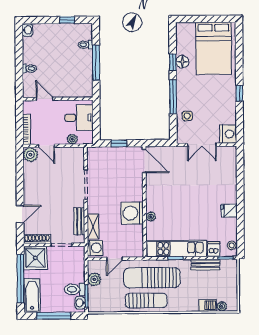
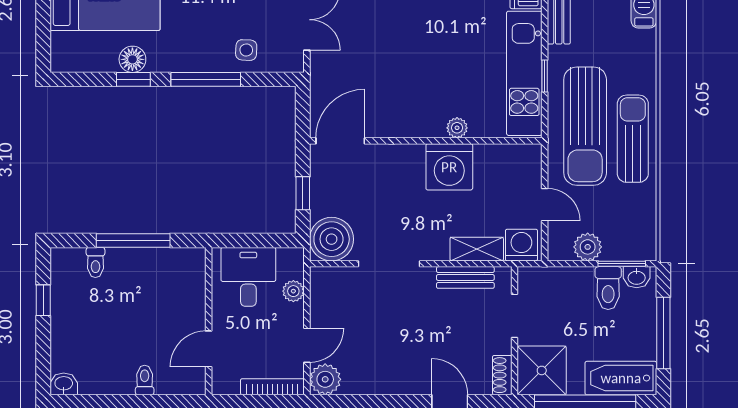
boiler: (97, 157) -> (332, 239), added
shoe rack: (37, 239) -> (502, 375), width x0.70

